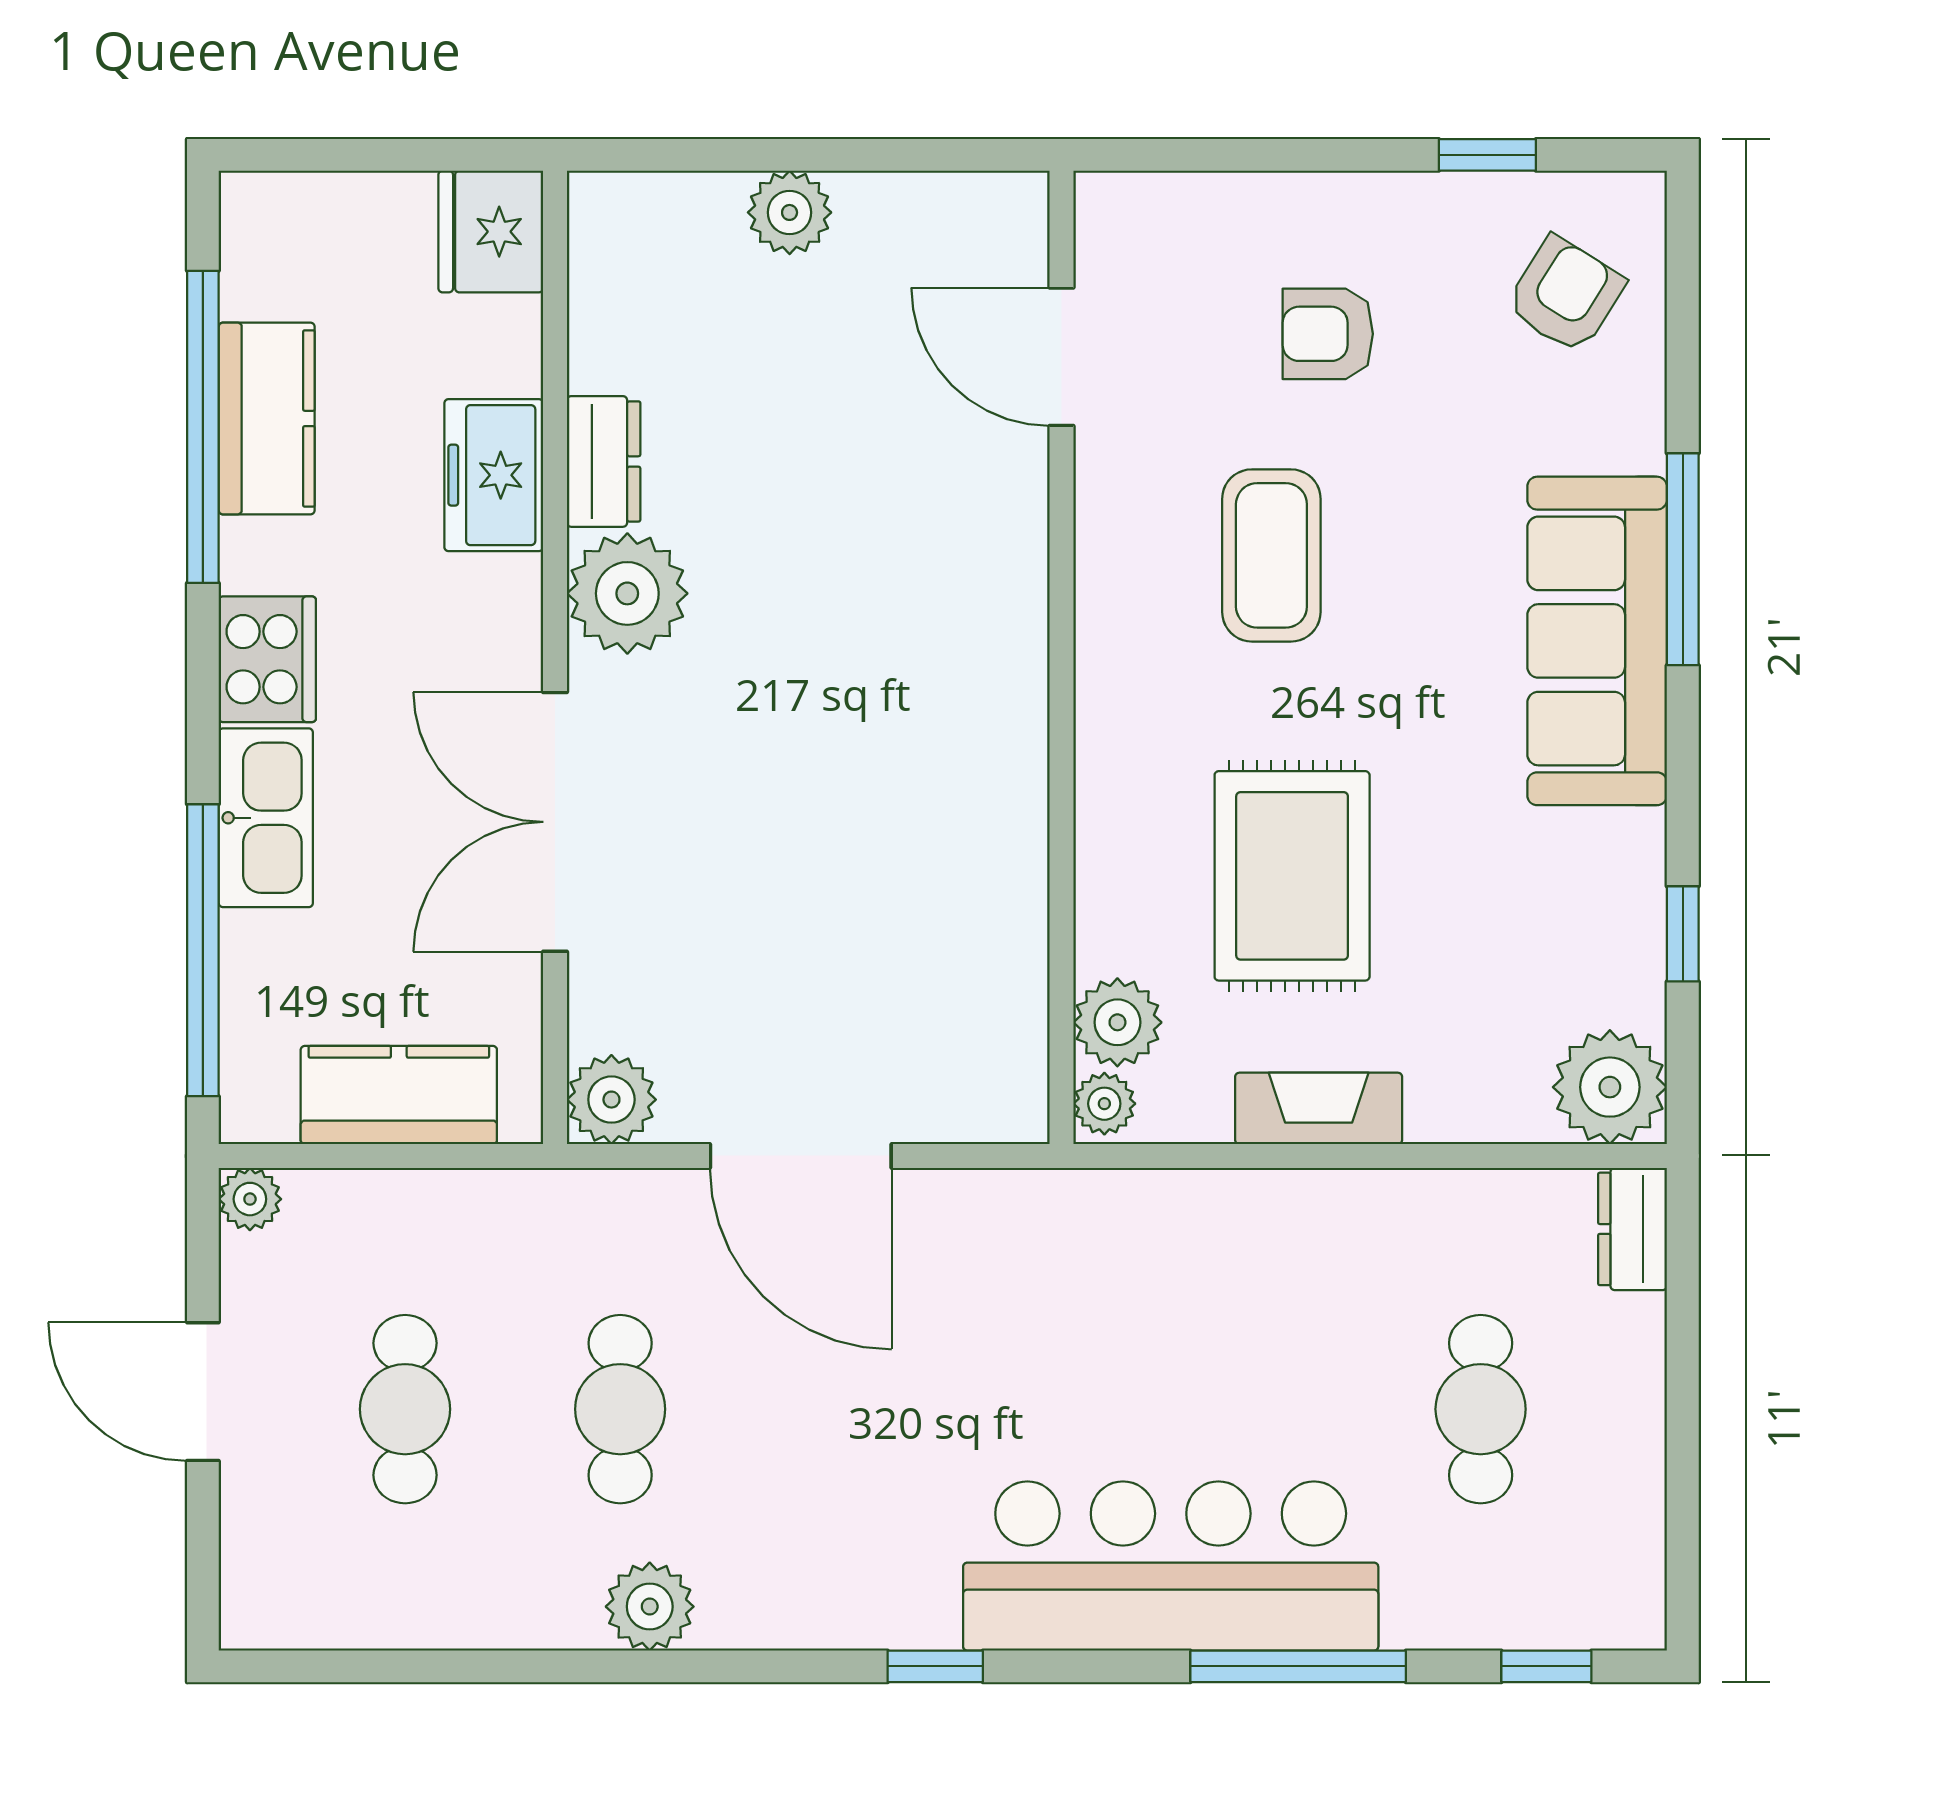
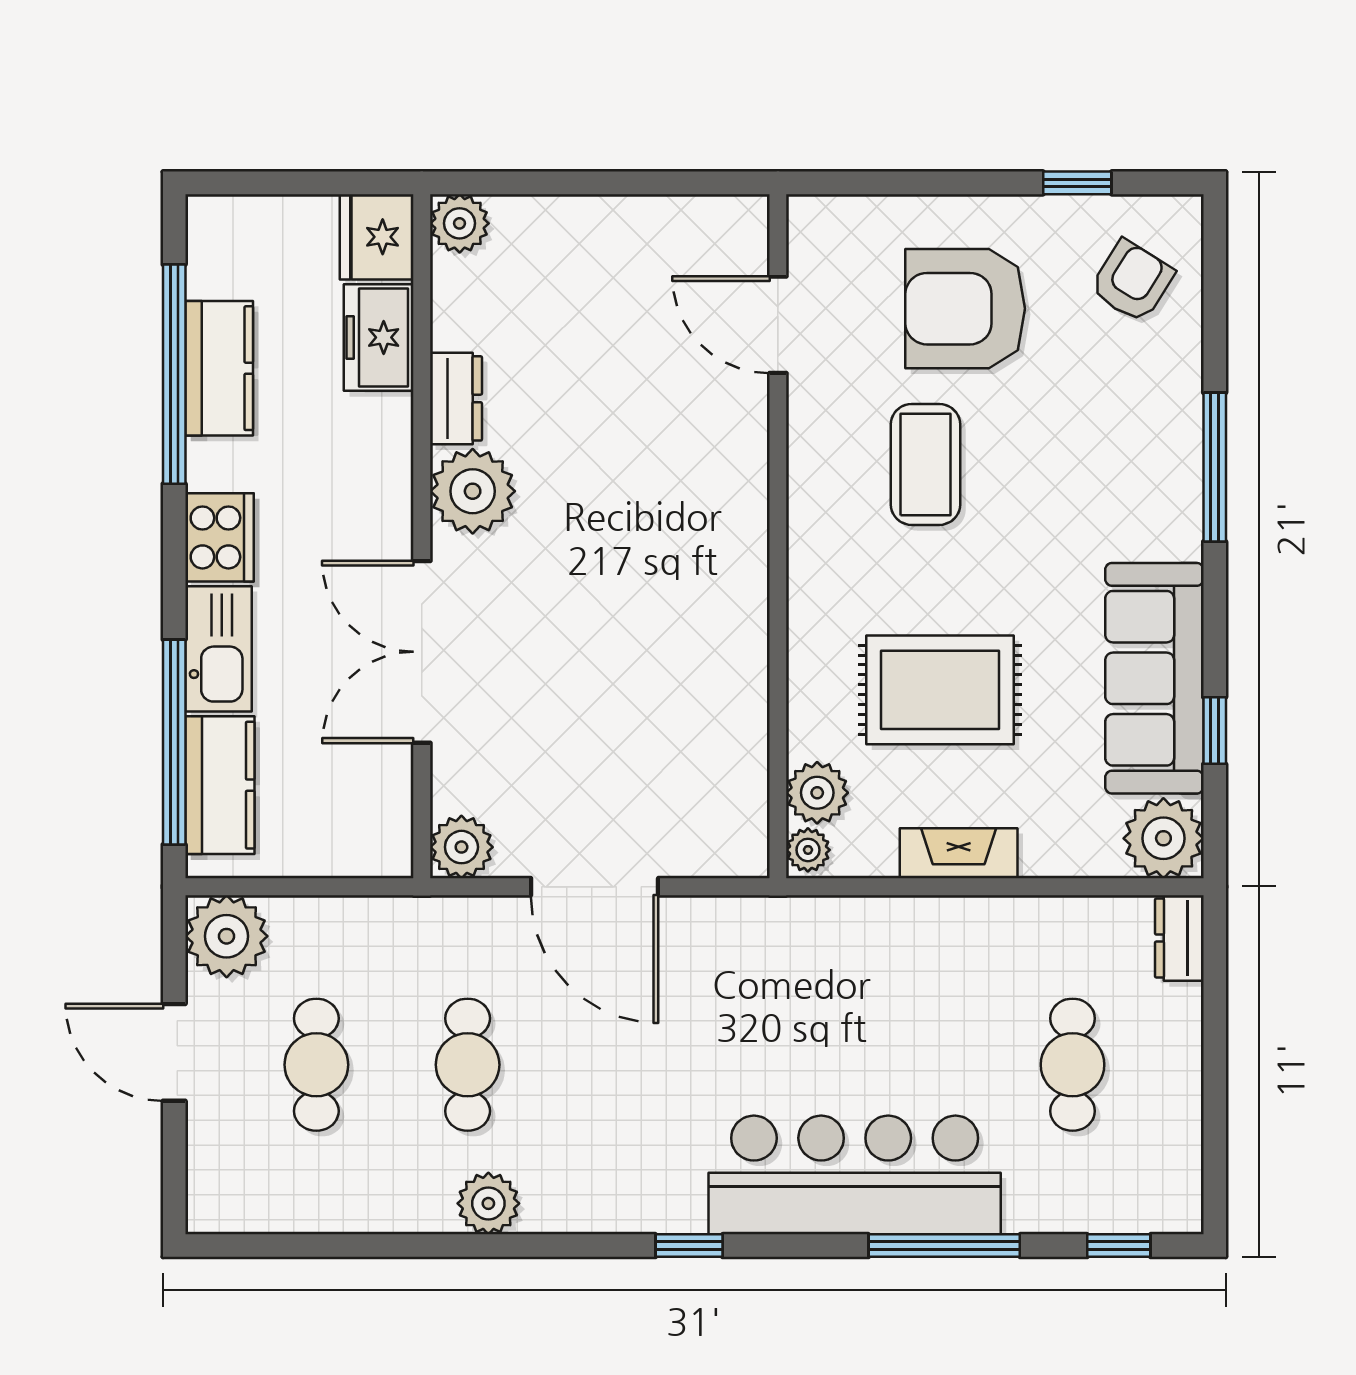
plant: (790, 212) -> (460, 223), moved
armchair: (1328, 334) -> (965, 309), width x1.88, depth x1.88
freezer: (494, 475) -> (379, 337), moved
sofa: (1597, 641) -> (1154, 678), moved
rug: (1292, 876) -> (940, 690), turned 90
kitchen counter: (399, 1095) -> (220, 785), moved, turned 90
plant: (250, 1199) -> (227, 936), width x1.88, depth x1.88

